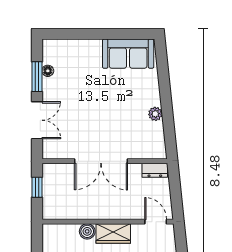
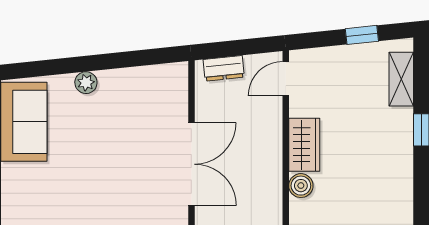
plant: (155, 114) -> (86, 83), moved
dresser: (155, 170) -> (224, 68), moved, turned 84

